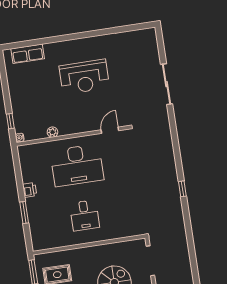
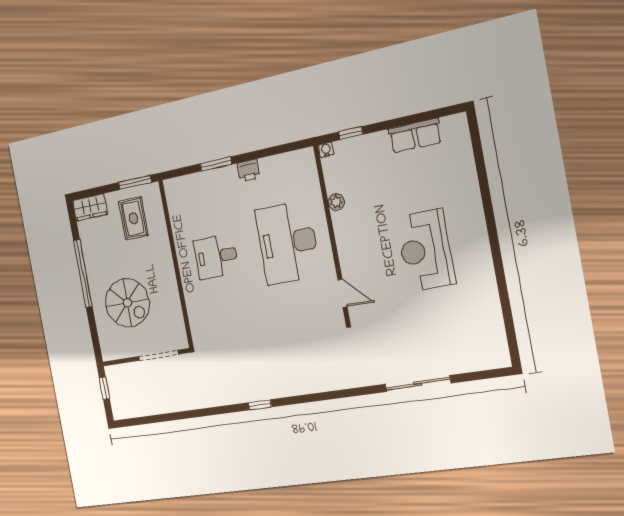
row of seats: (28, 54) -> (415, 136), moved, turned -90

